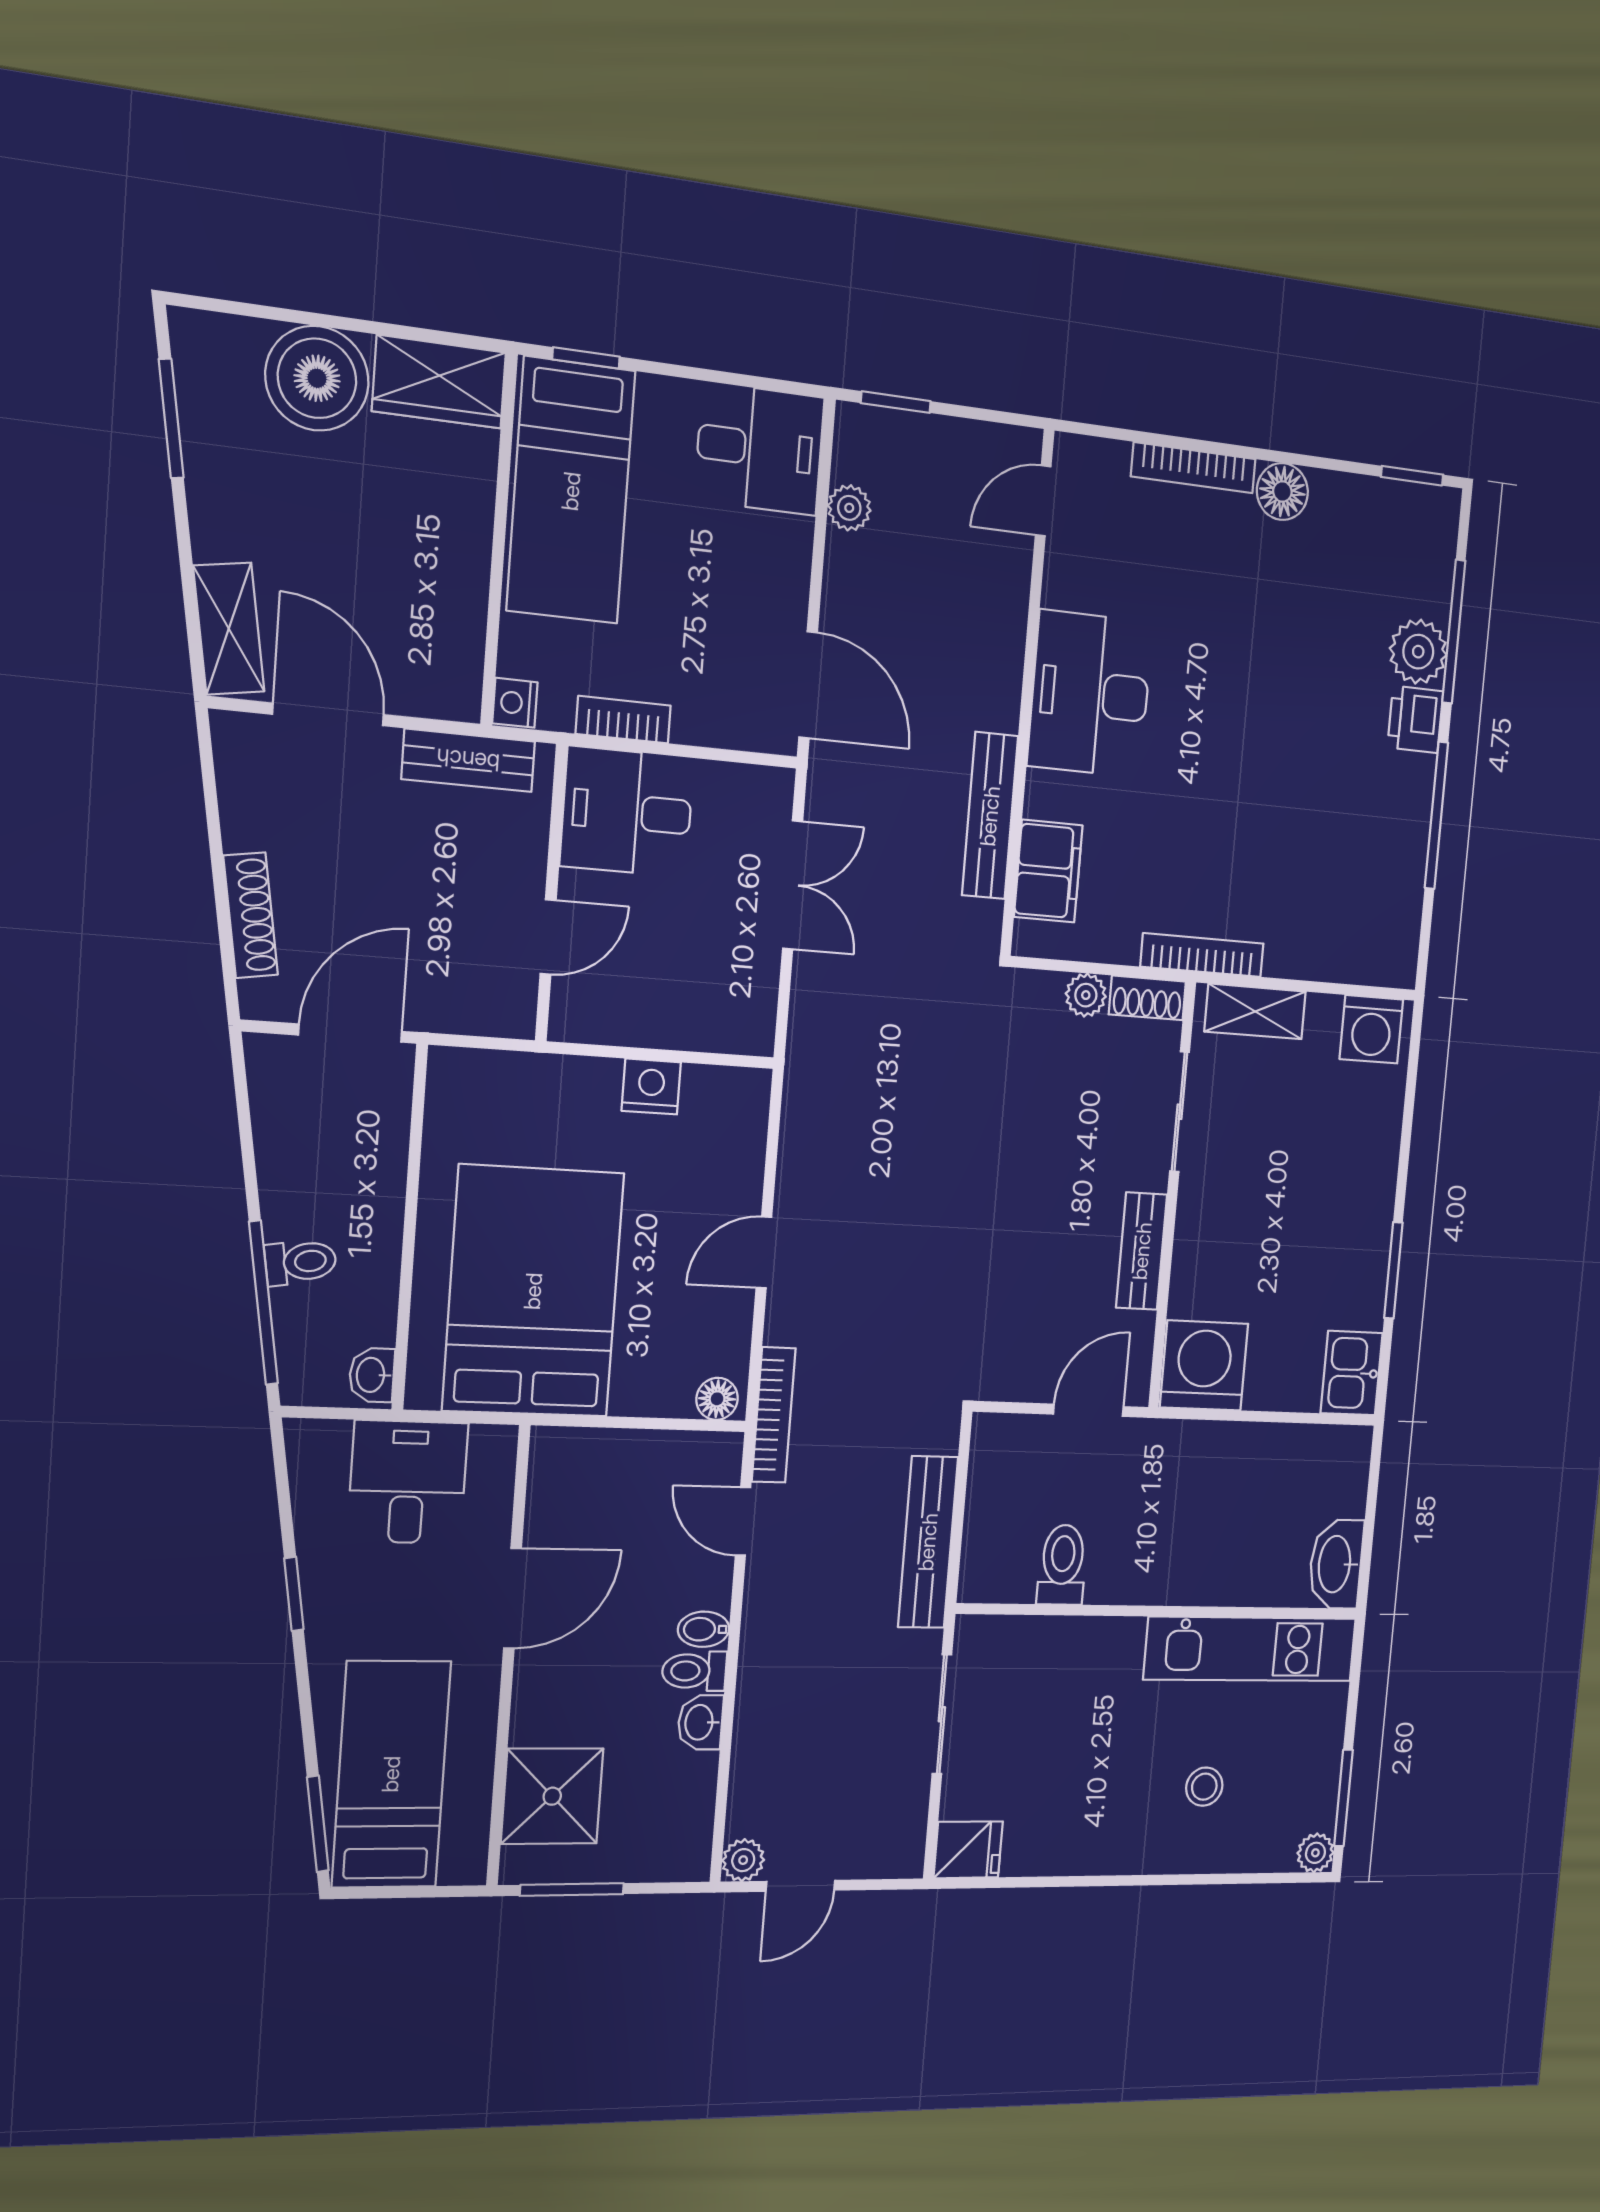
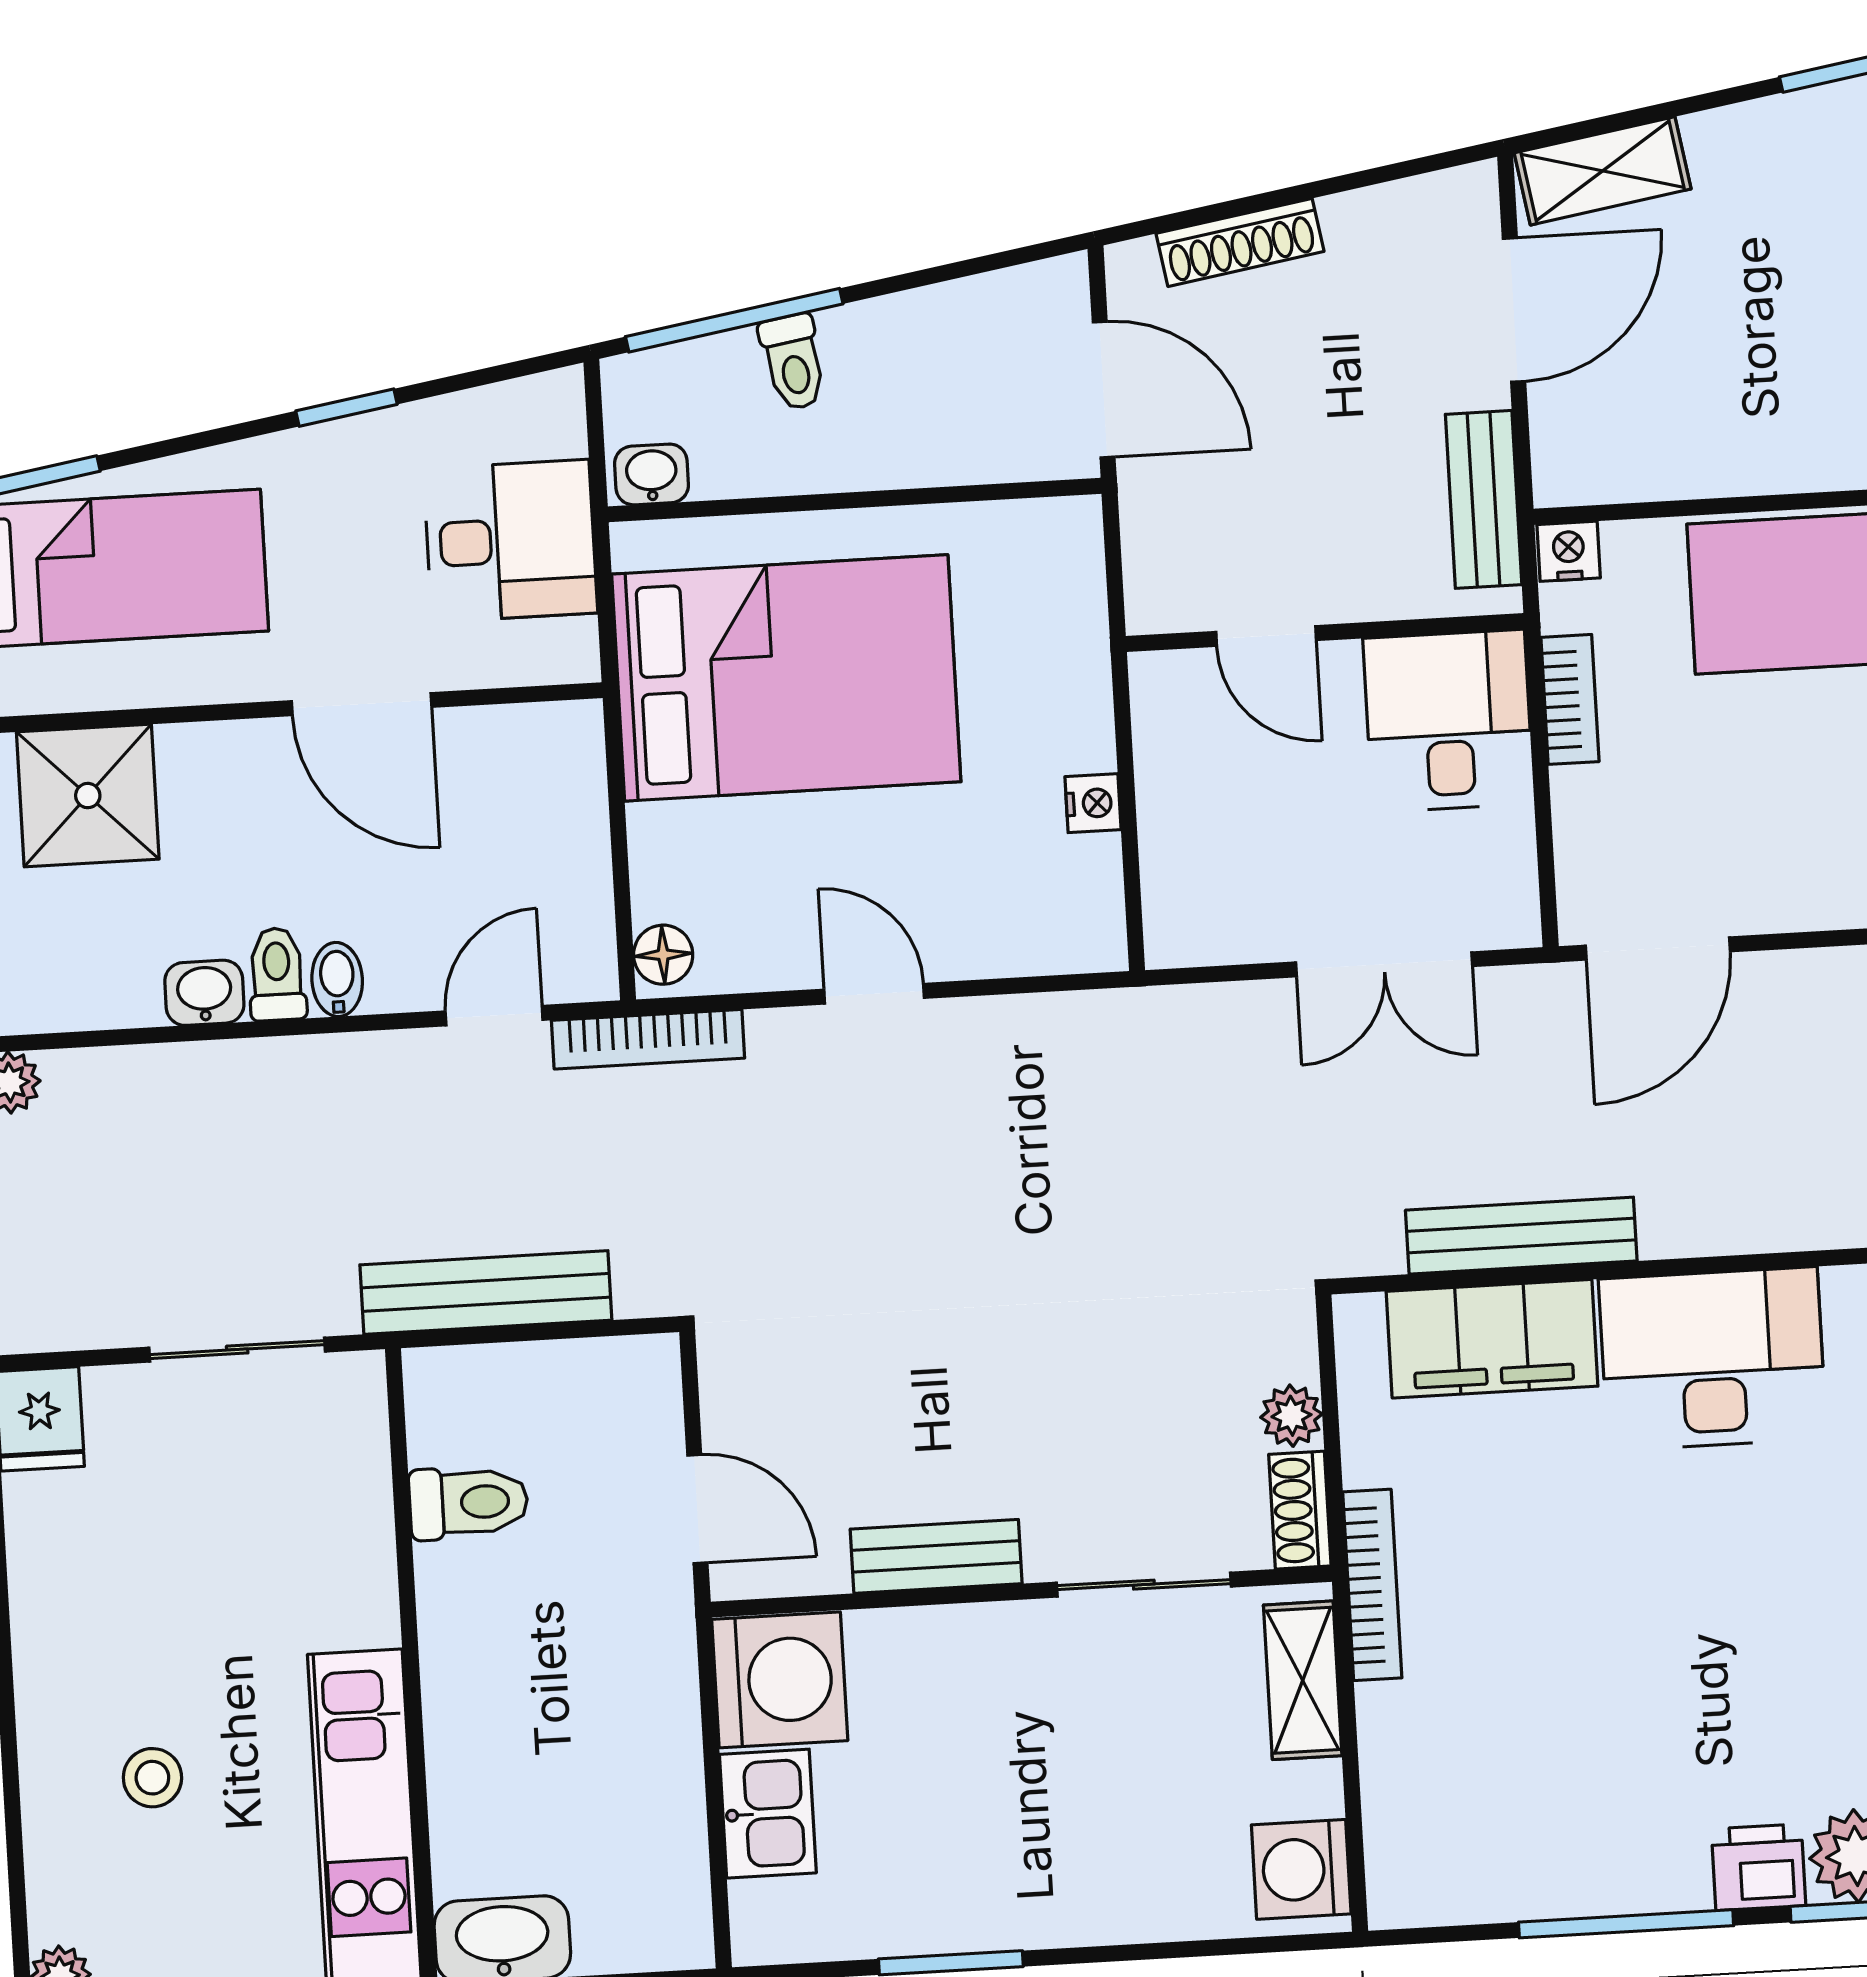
filing cabinet: (1048, 871) -> (1492, 1339), width x1.50, depth x1.17
nightstand: (651, 1087) -> (1093, 803), width x0.72, depth x0.74
kitchen sink: (1352, 1373) -> (768, 1814), moved, turned 90

